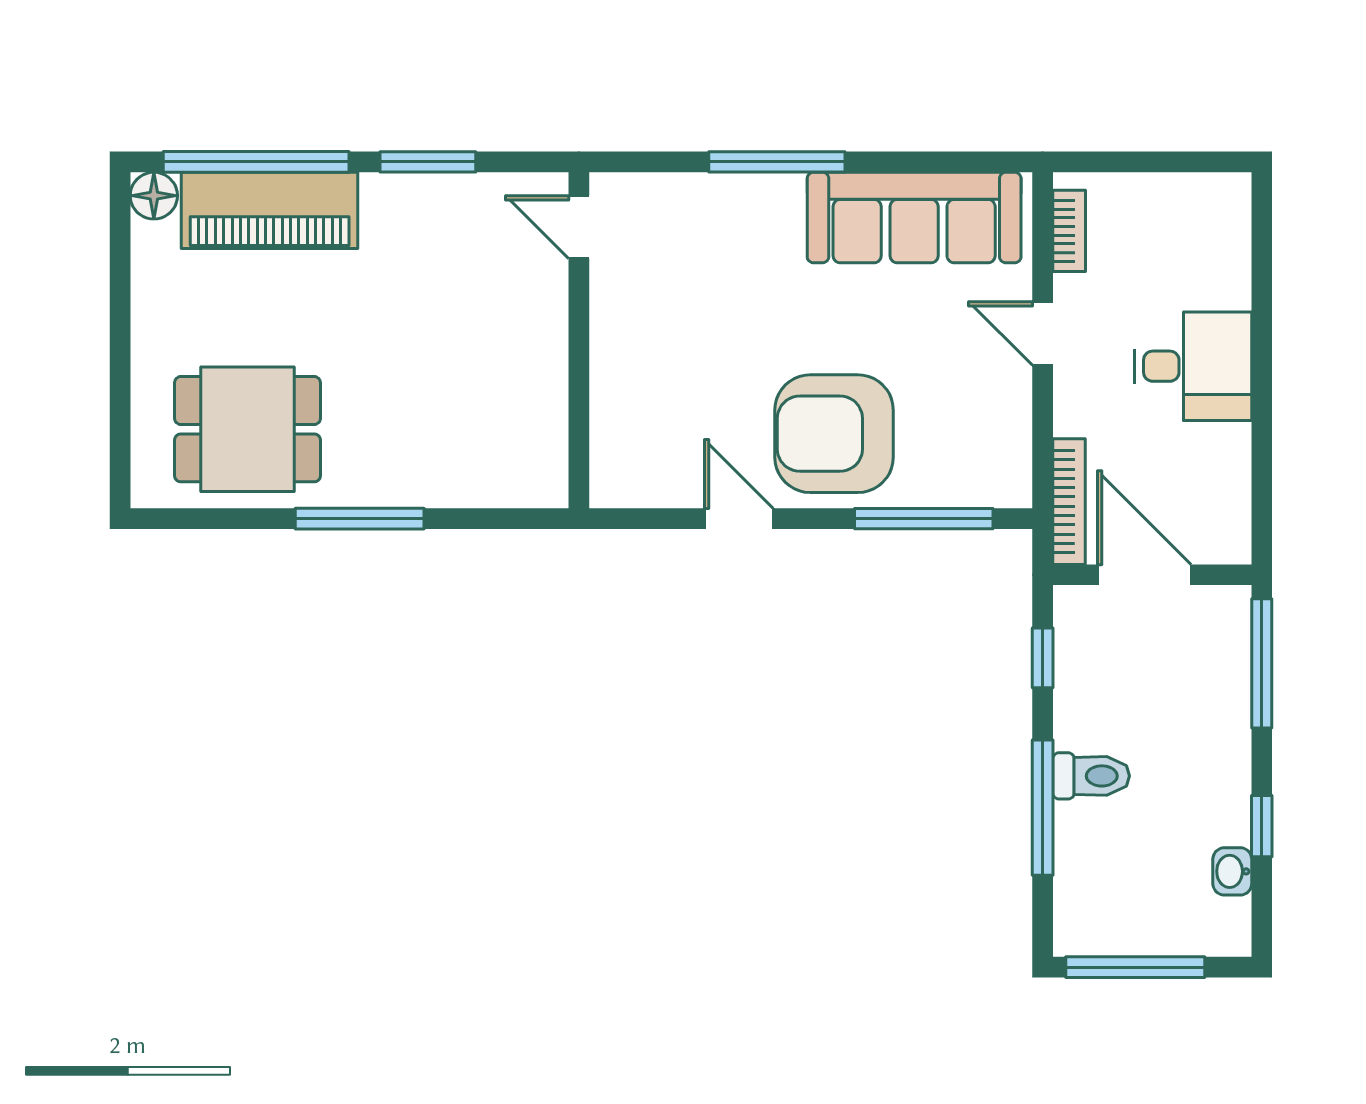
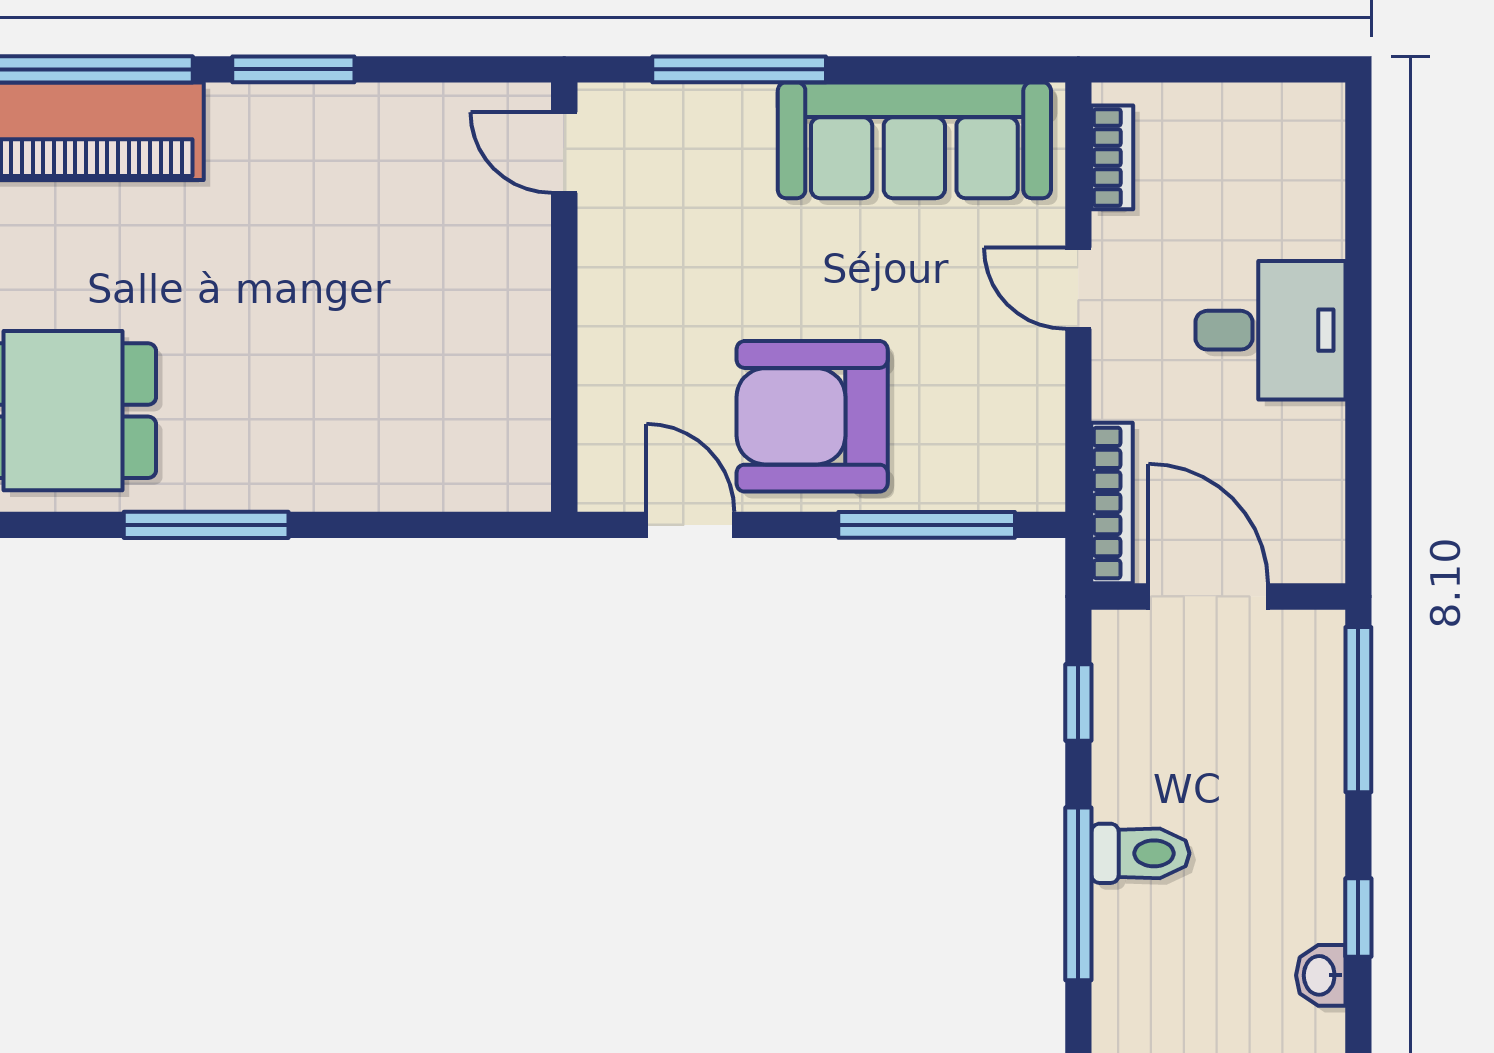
door: (579, 227) -> (564, 153), moved
wall: (579, 340) -> (564, 297), moved

